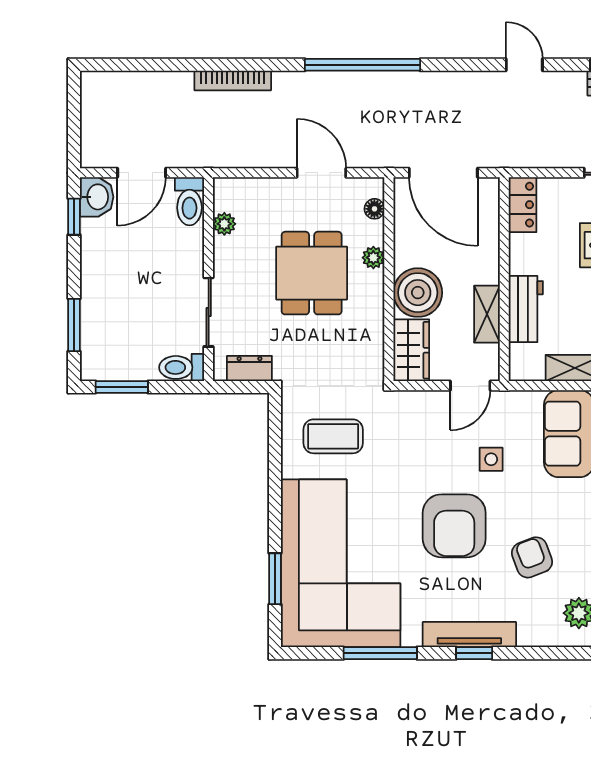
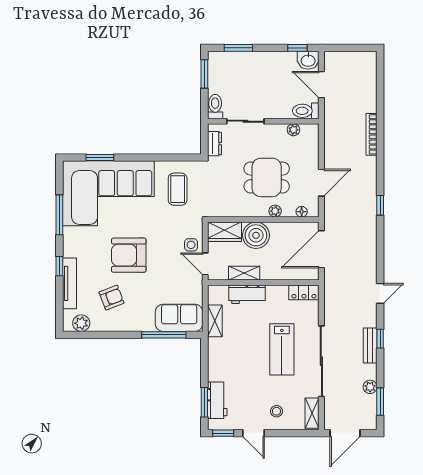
window: (363, 65) -> (380, 205), width x0.32
side table: (491, 459) -> (191, 245), moved
tv unit: (469, 635) -> (69, 283), moved

